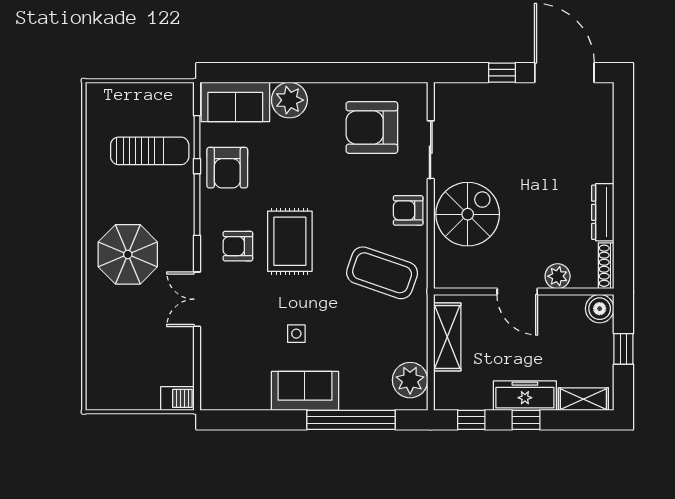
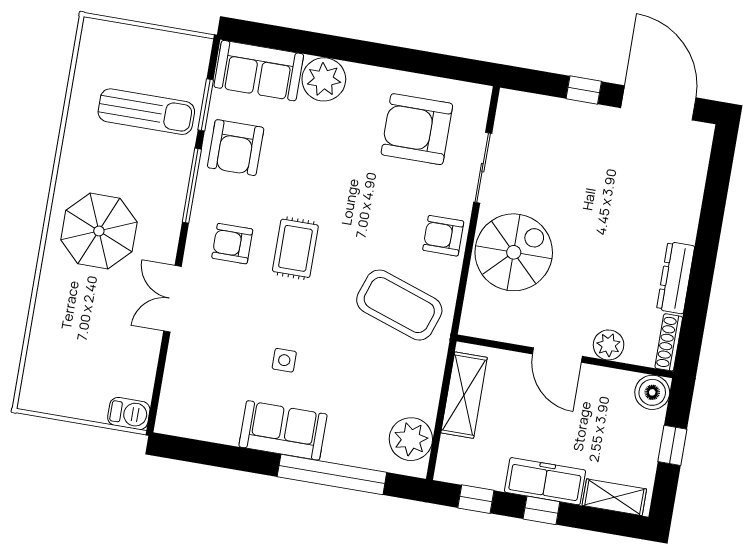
rug: (290, 241) -> (295, 248), width x0.73, depth x0.70

